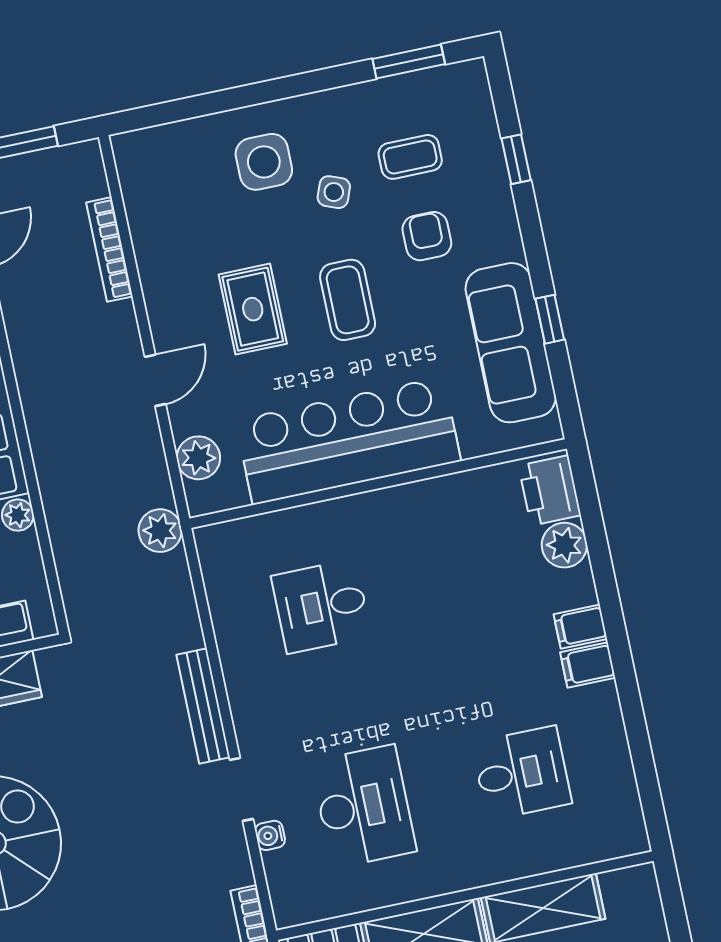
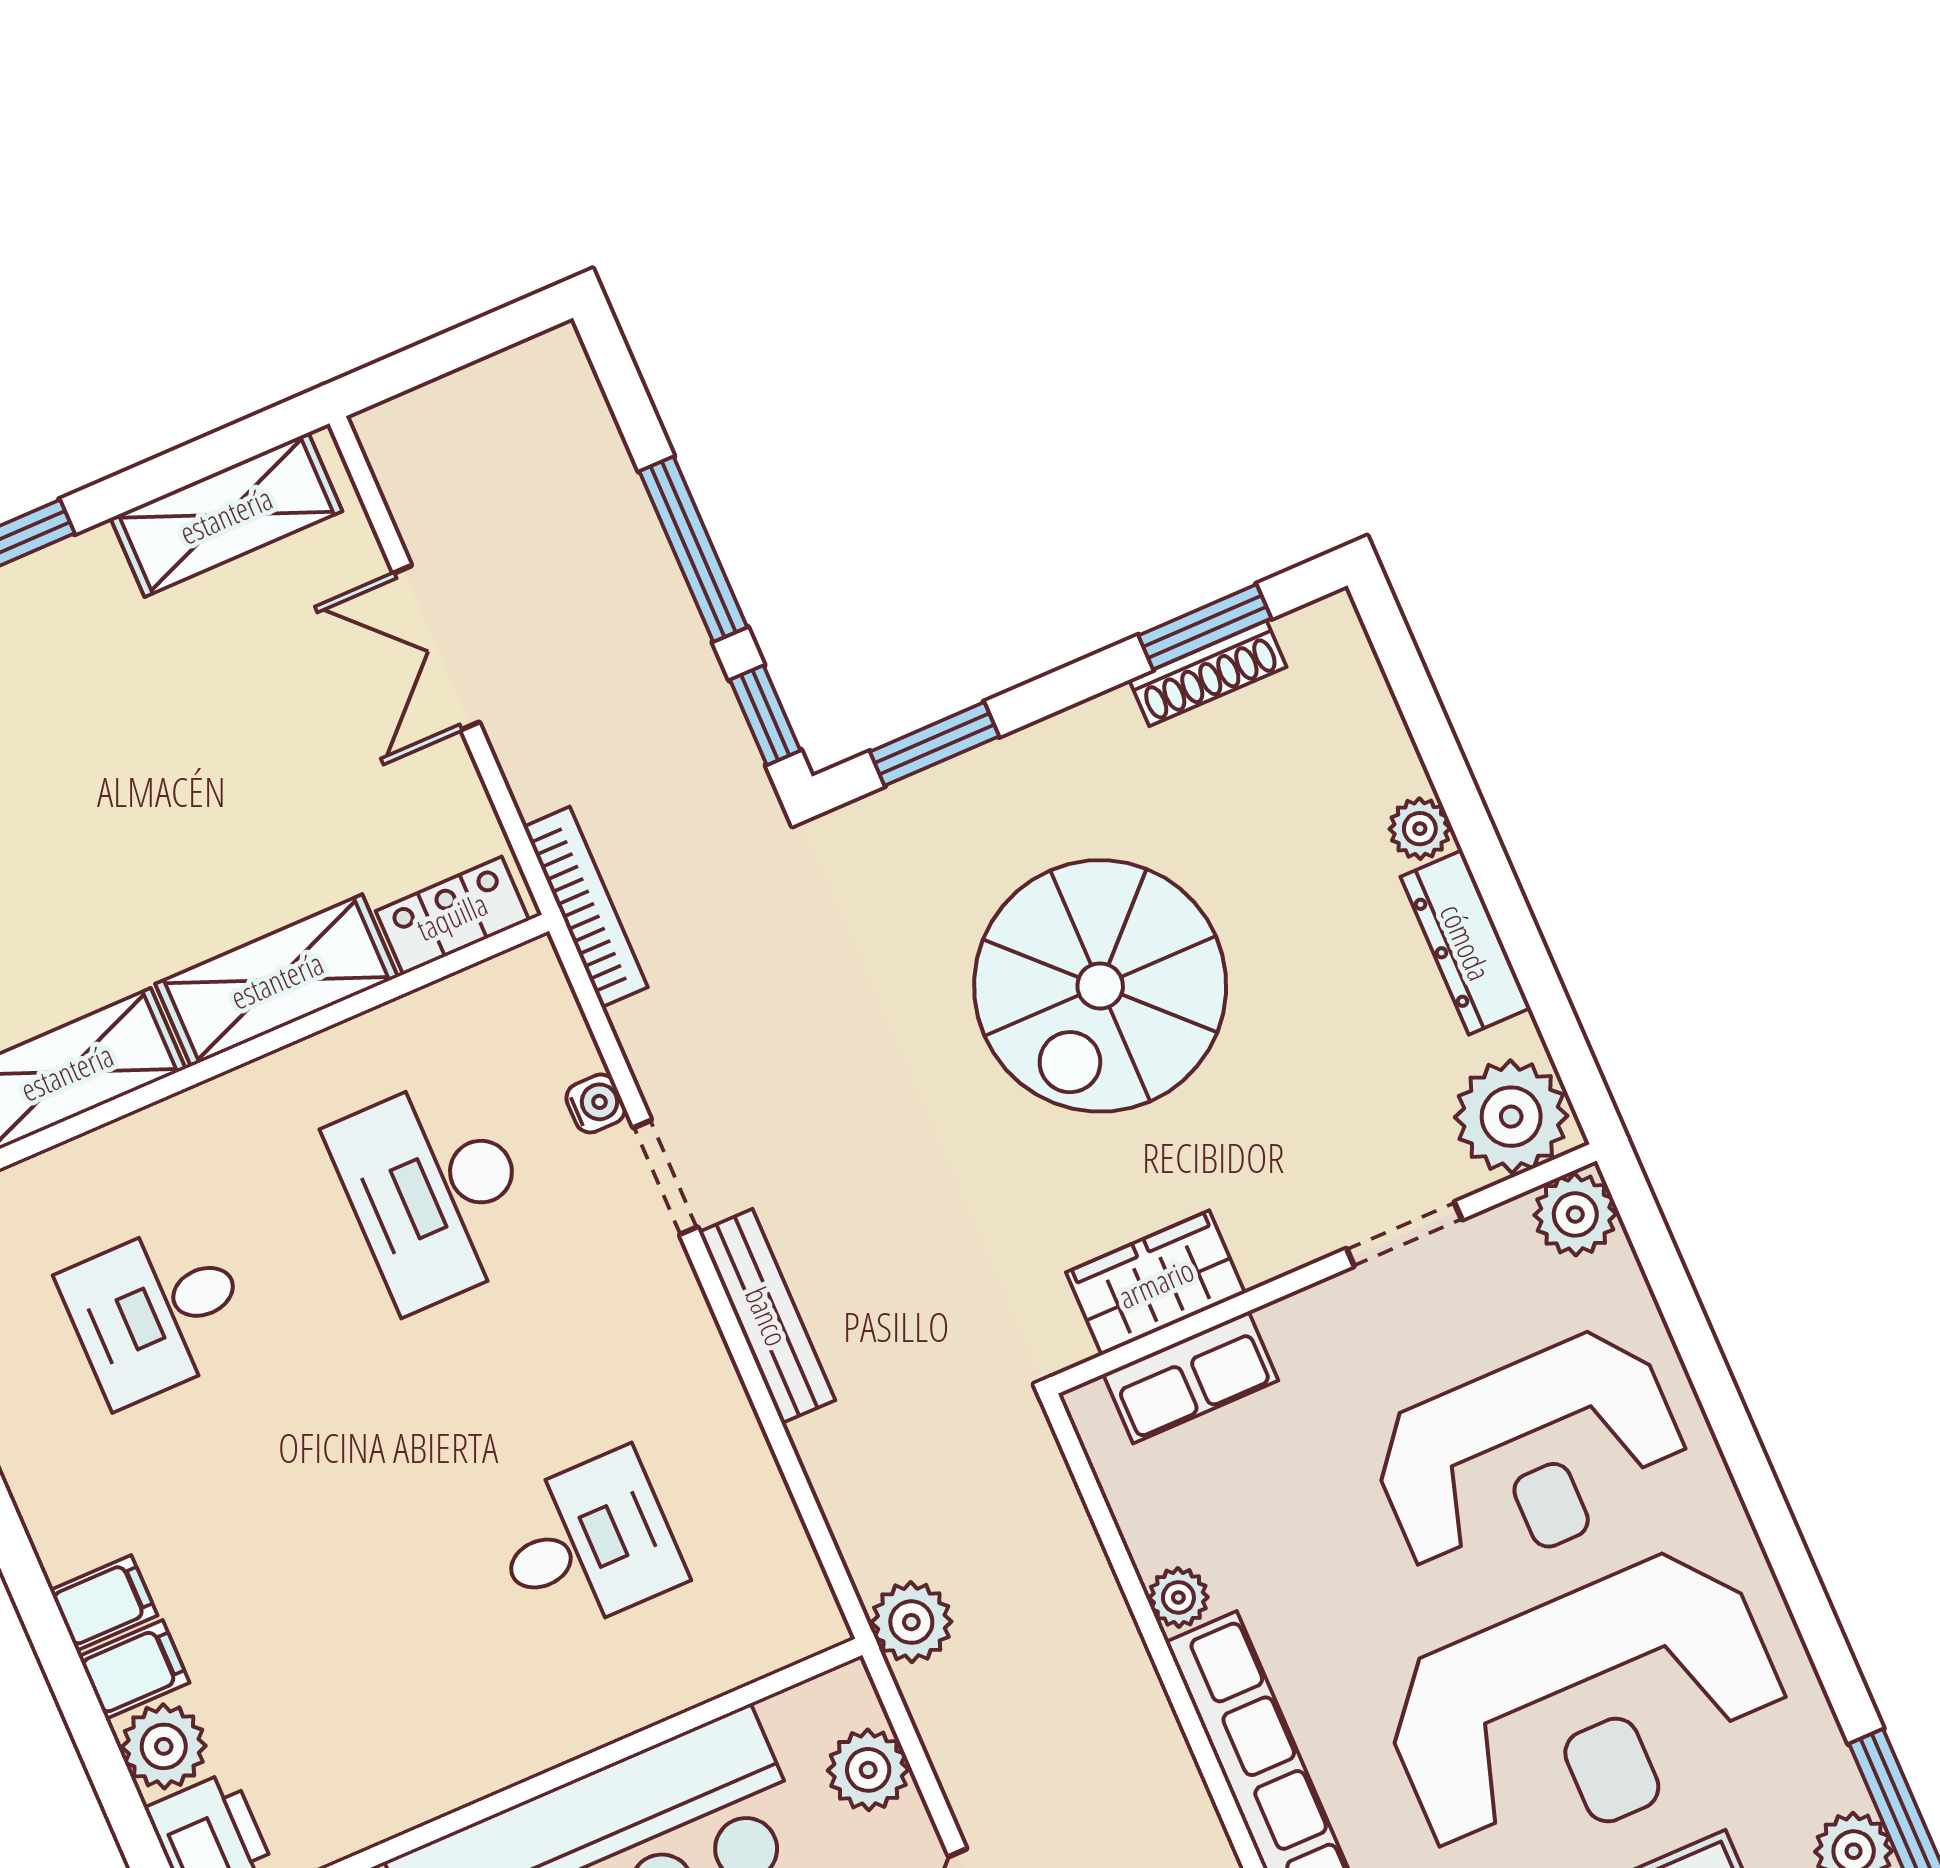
filing cabinet: (588, 665) -> (134, 1669), moved

